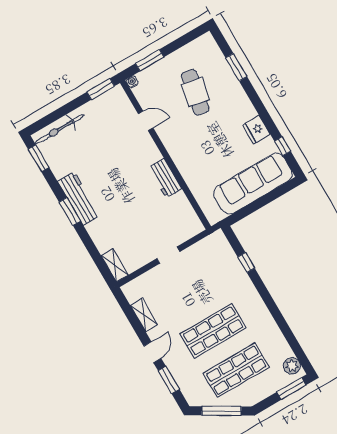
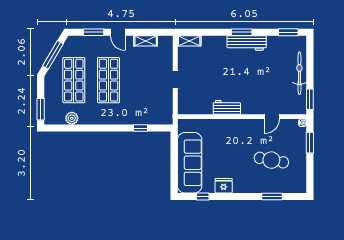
bicycle: (60, 129) -> (299, 73), moved
plant: (292, 366) -> (72, 118), moved

